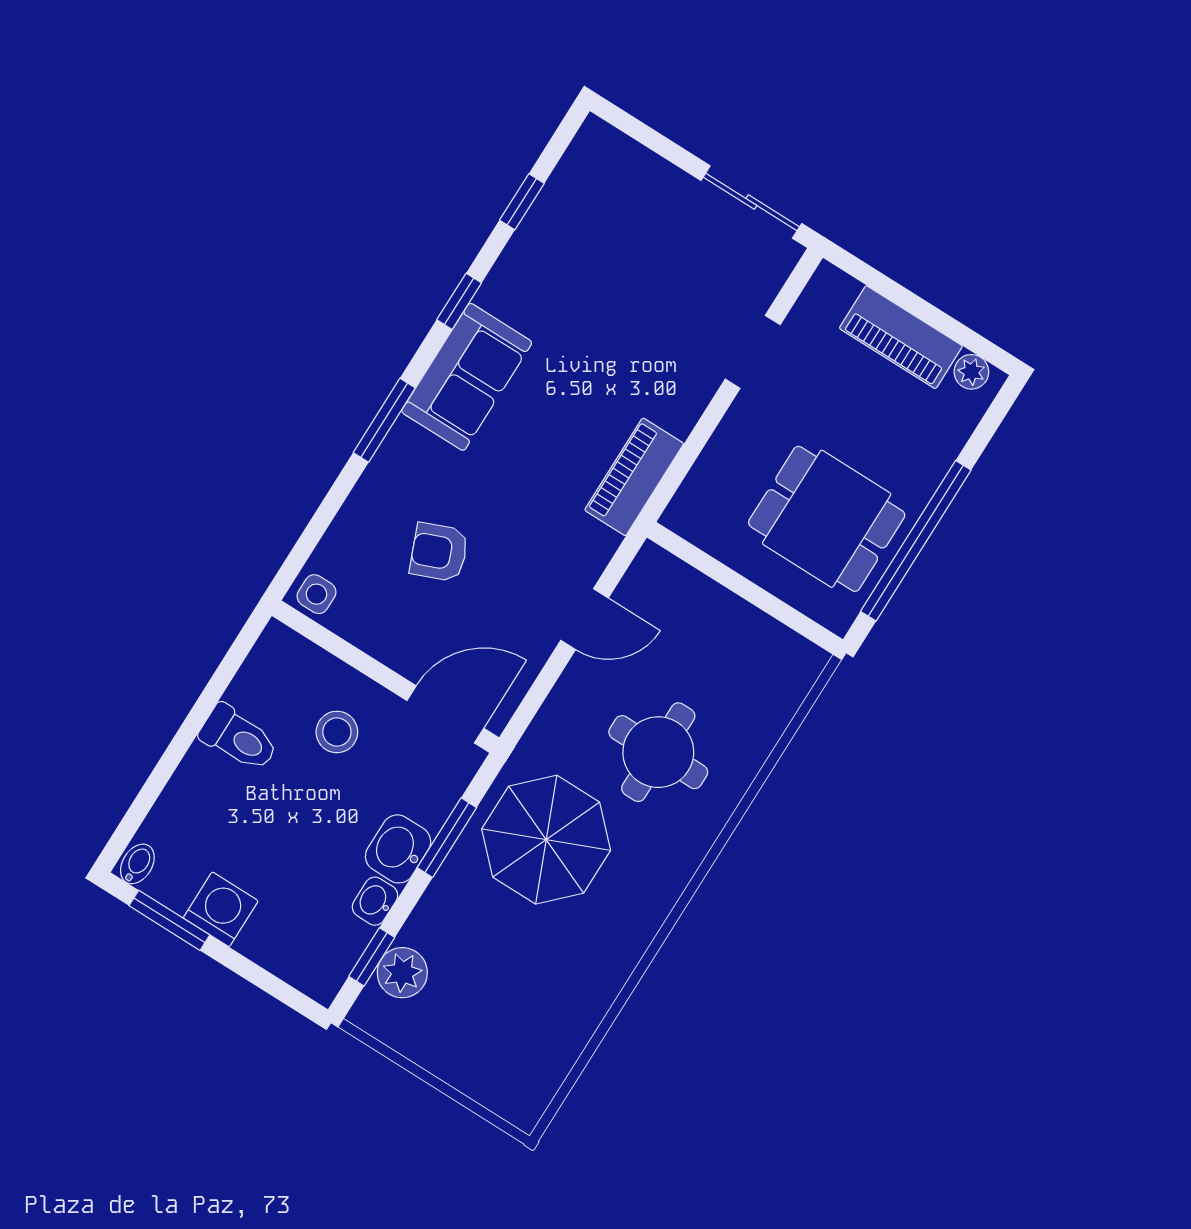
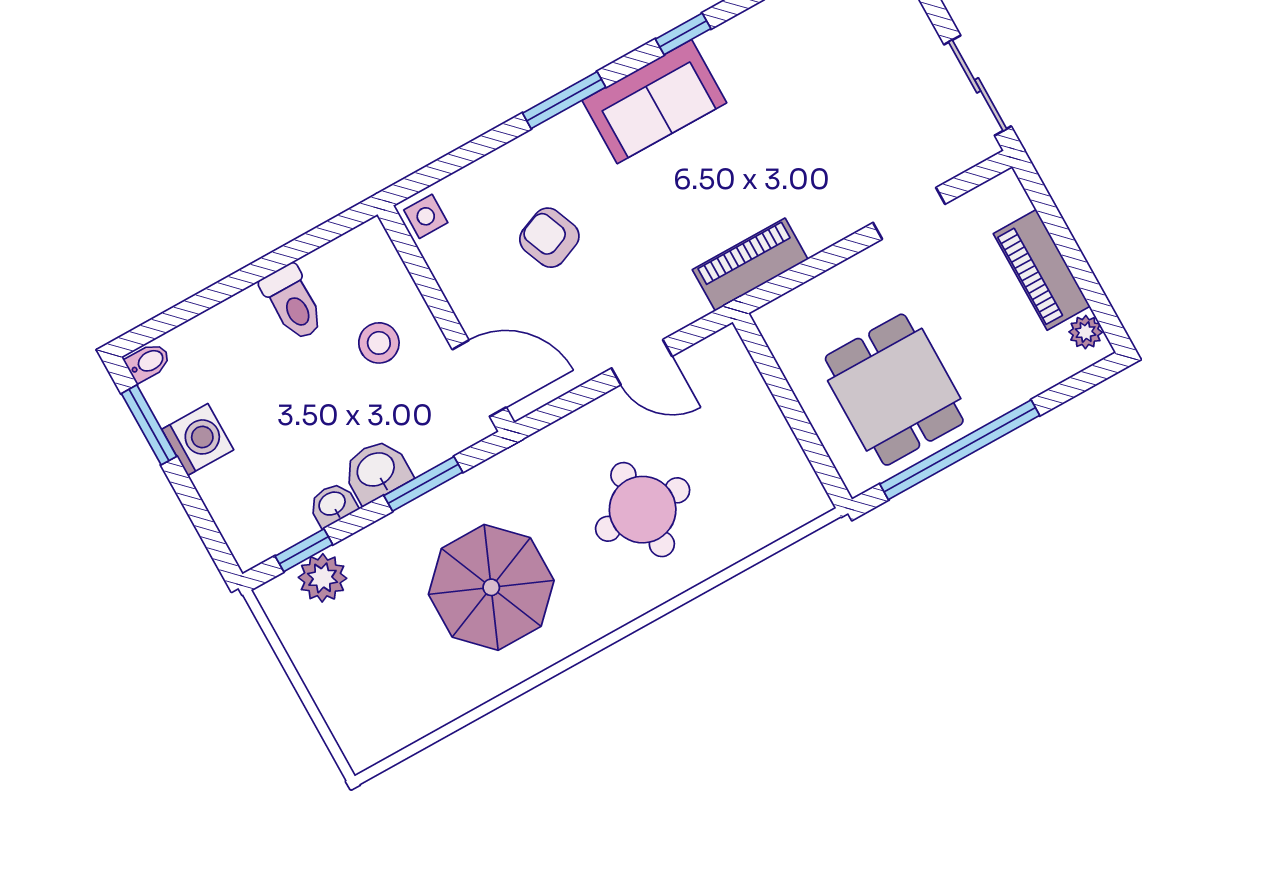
parasol: (546, 840) -> (491, 587), moved

